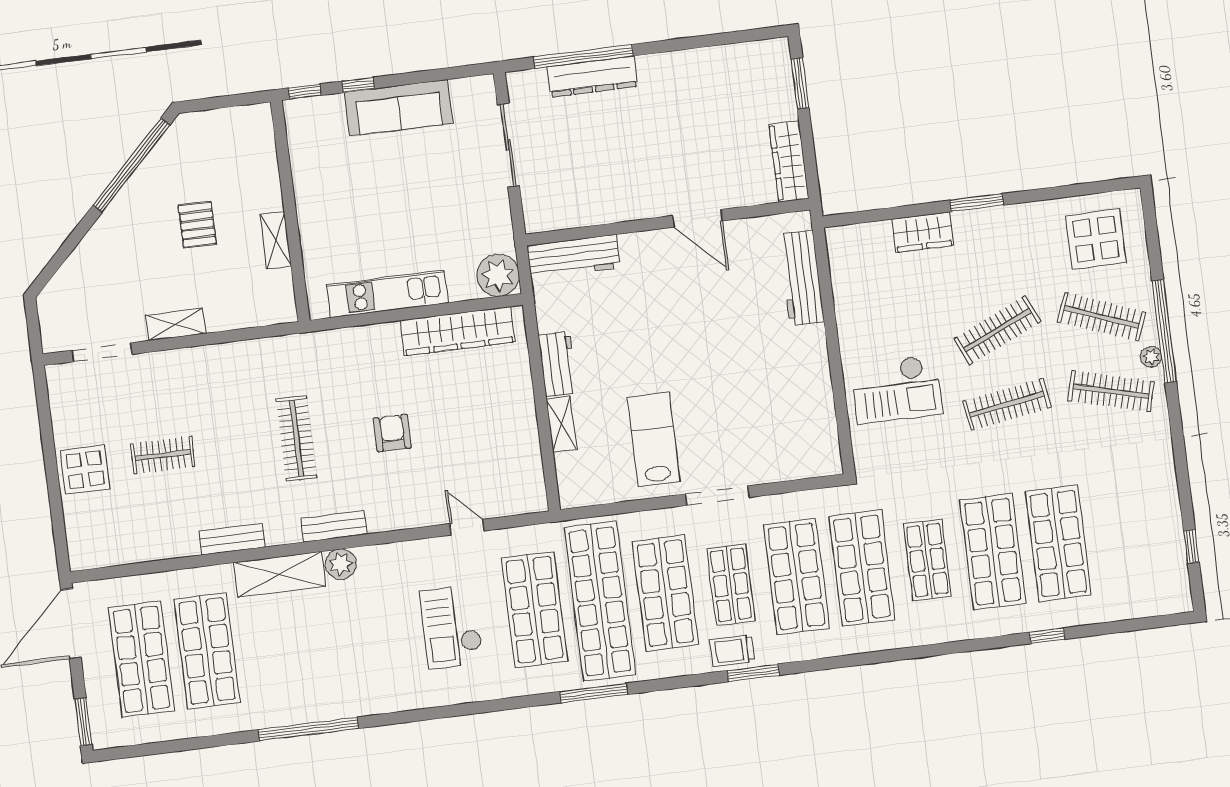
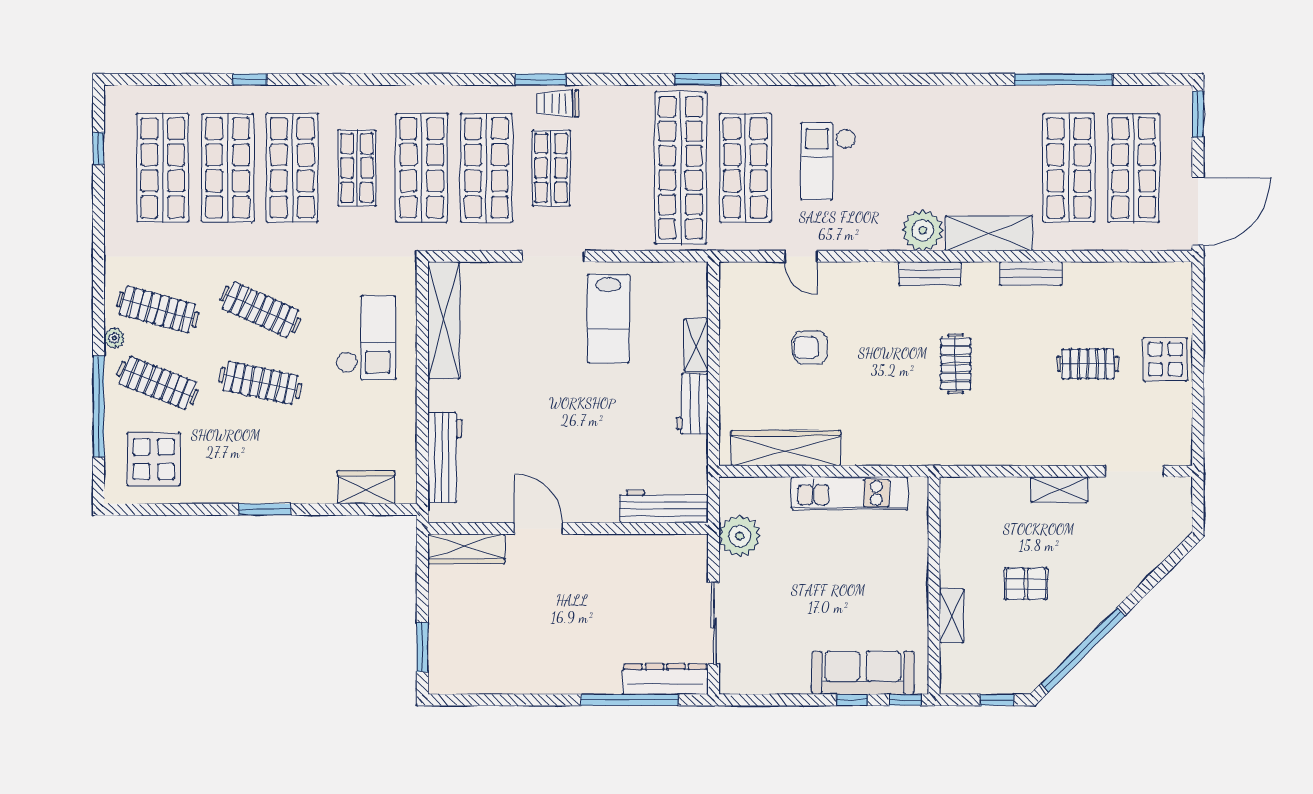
dresser: (592, 77) -> (665, 679), moved
window: (212, 103) -> (997, 700), added
sofa: (399, 108) -> (863, 673), moved
wardrobe: (789, 162) -> (466, 549), moved, turned 90
pallet: (197, 225) -> (1026, 584), turned 90
wardrobe: (923, 232) -> (366, 487), moved
shelving: (276, 240) -> (952, 616), moved
plant: (498, 275) -> (740, 536), moved
clothes rail: (998, 330) -> (260, 383), turned 36
window: (1164, 331) -> (98, 407), moved
checkout: (897, 389) -> (366, 338), turned 90
clothes rail: (1007, 404) -> (260, 309), turned 33
shelving: (820, 417) -> (444, 320), added
armchair: (392, 433) -> (810, 347), moved, turned 90
clothes rail: (296, 438) -> (956, 364), width x0.73
plant: (341, 564) -> (923, 230), width x1.36, depth x1.36
shop shelf: (665, 593) -> (163, 168), moved
checkout: (451, 627) -> (828, 161), turned 180
trolley: (732, 651) -> (558, 104), turned 180
window: (594, 693) -> (698, 79), width x0.69
window: (308, 729) -> (1063, 79), moved

